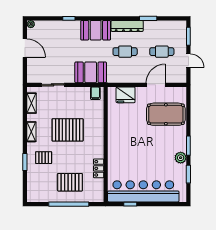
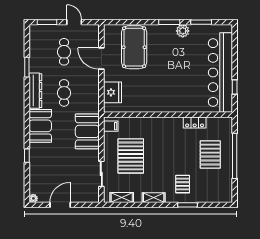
door: (188, 61) -> (74, 22), hinge flipped
pallet: (68, 130) -> (131, 156), moved

